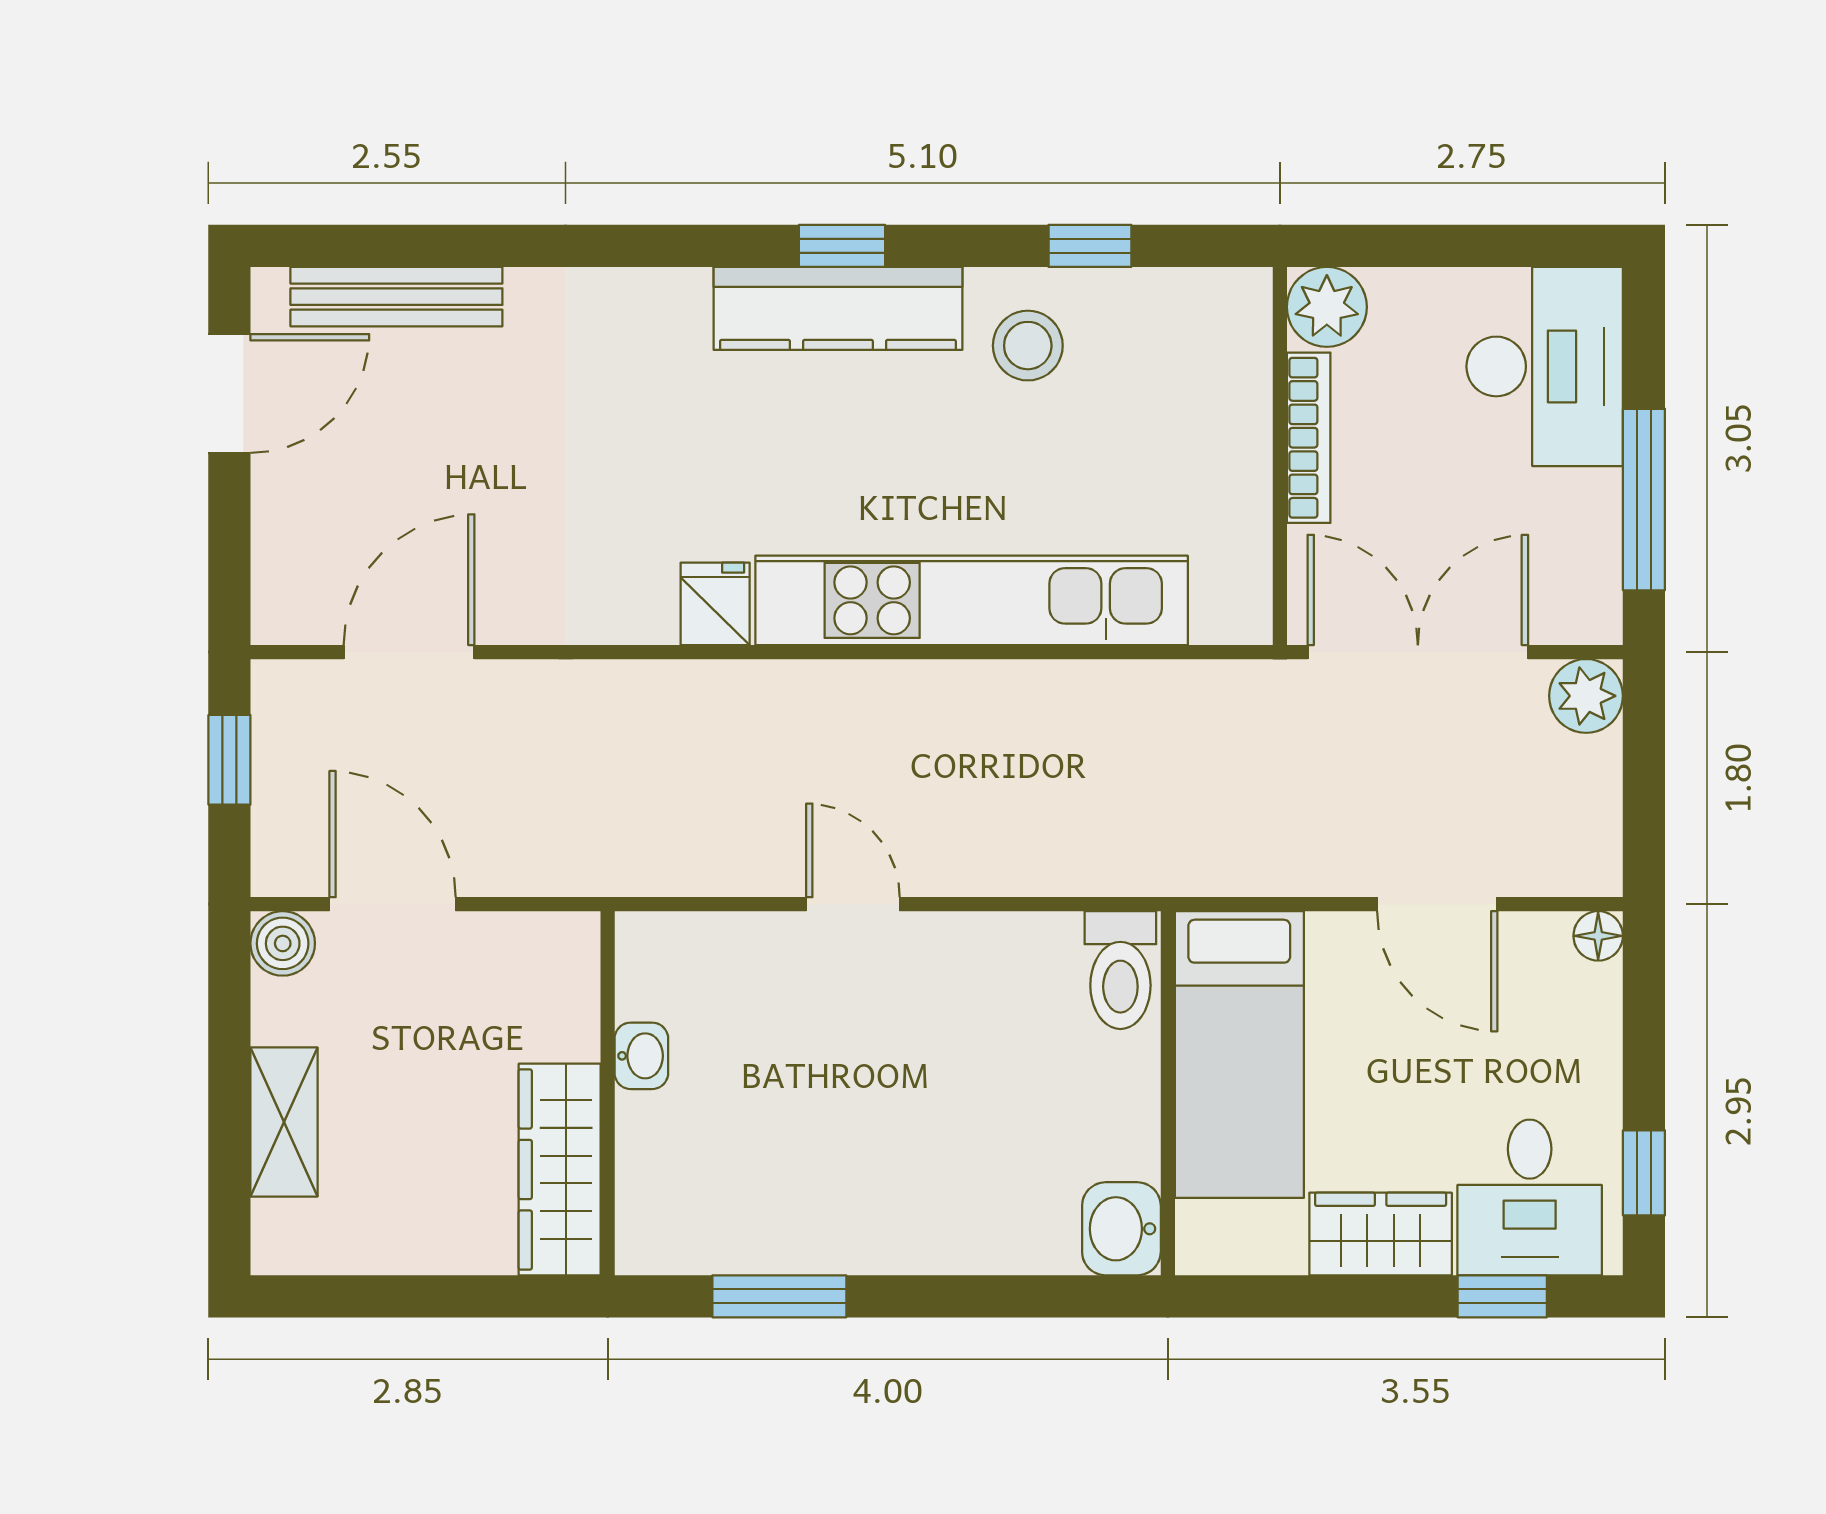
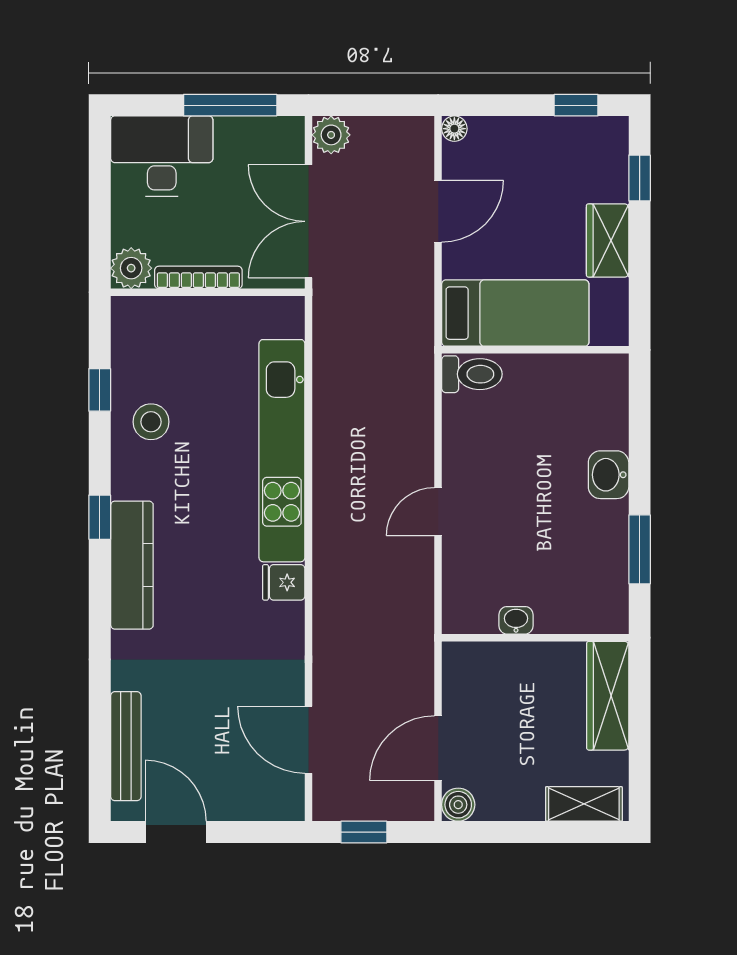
kitchen counter: (838, 308) -> (132, 565), moved
shelving: (284, 1122) -> (584, 804), moved
wardrobe: (560, 1169) -> (608, 696), moved, turned 90
desk: (1530, 1197) -> (589, 164), removed
washbasin: (1121, 1229) -> (609, 475), moved, turned 90

